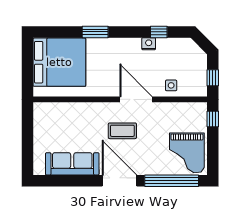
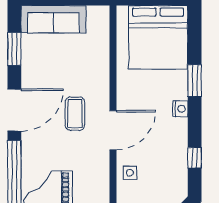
nightstand: (149, 44) -> (180, 109), moved
sofa: (72, 164) -> (53, 19), moved, turned 90
window: (69, 181) -> (14, 49), added

